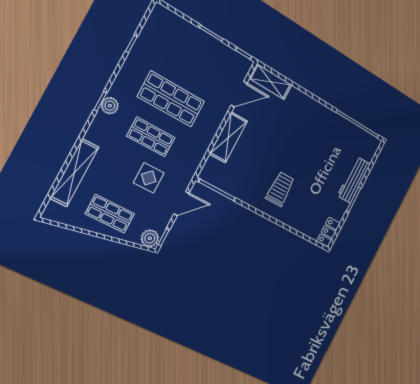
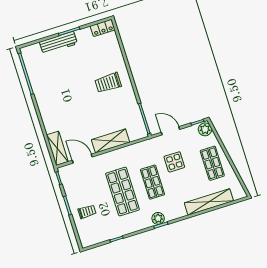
trolley: (187, 45) -> (87, 212), added

